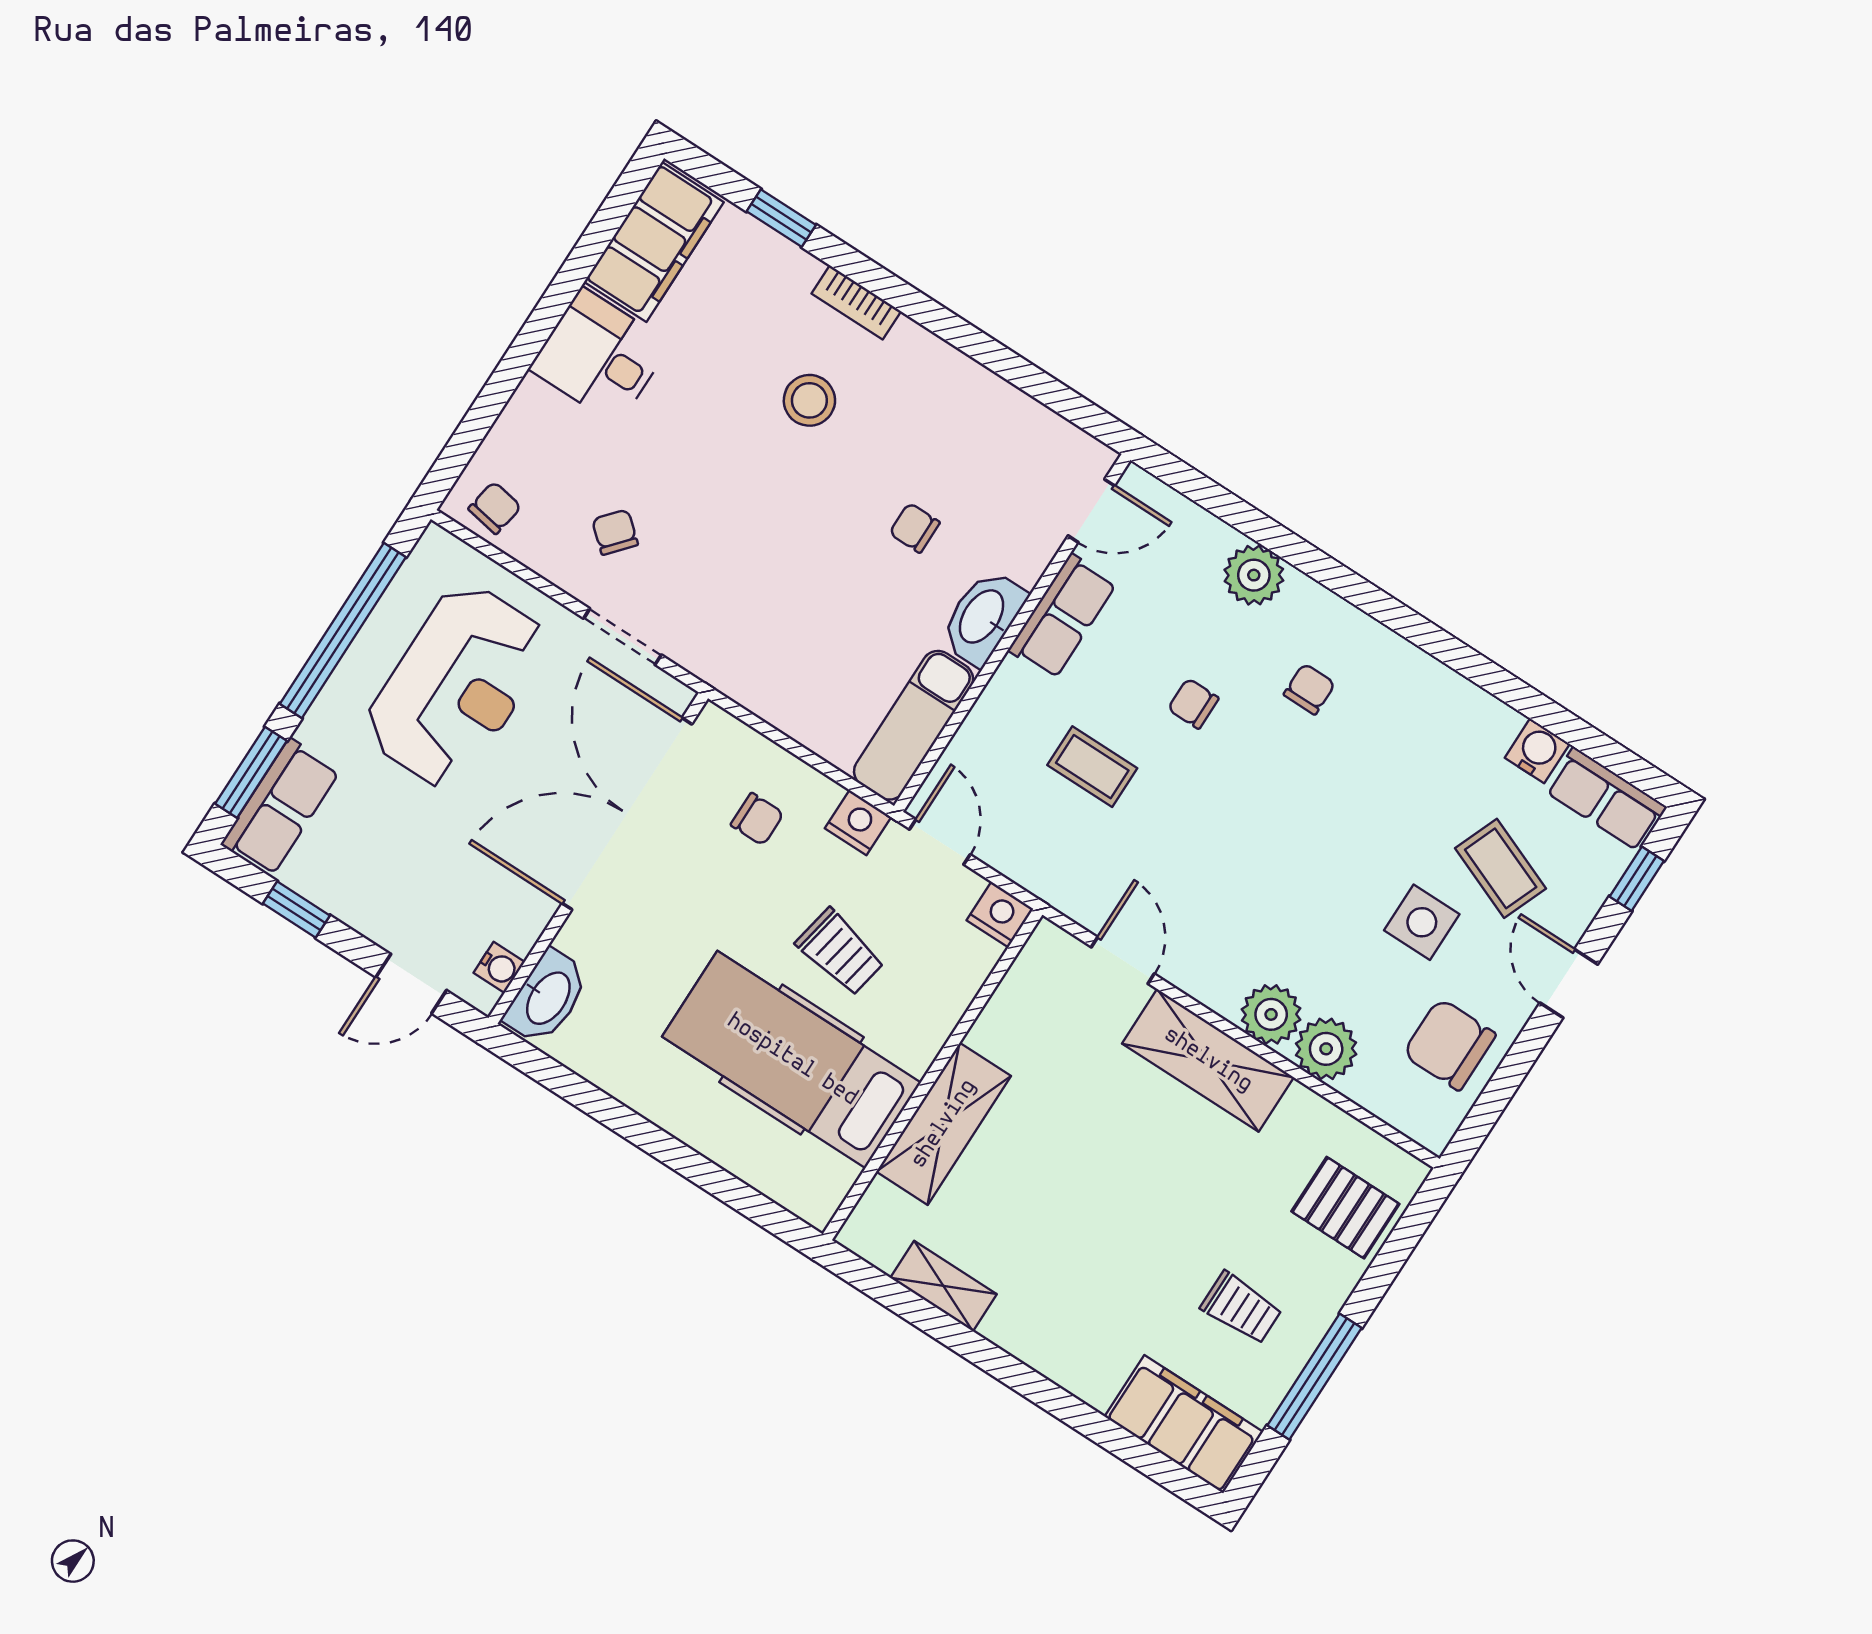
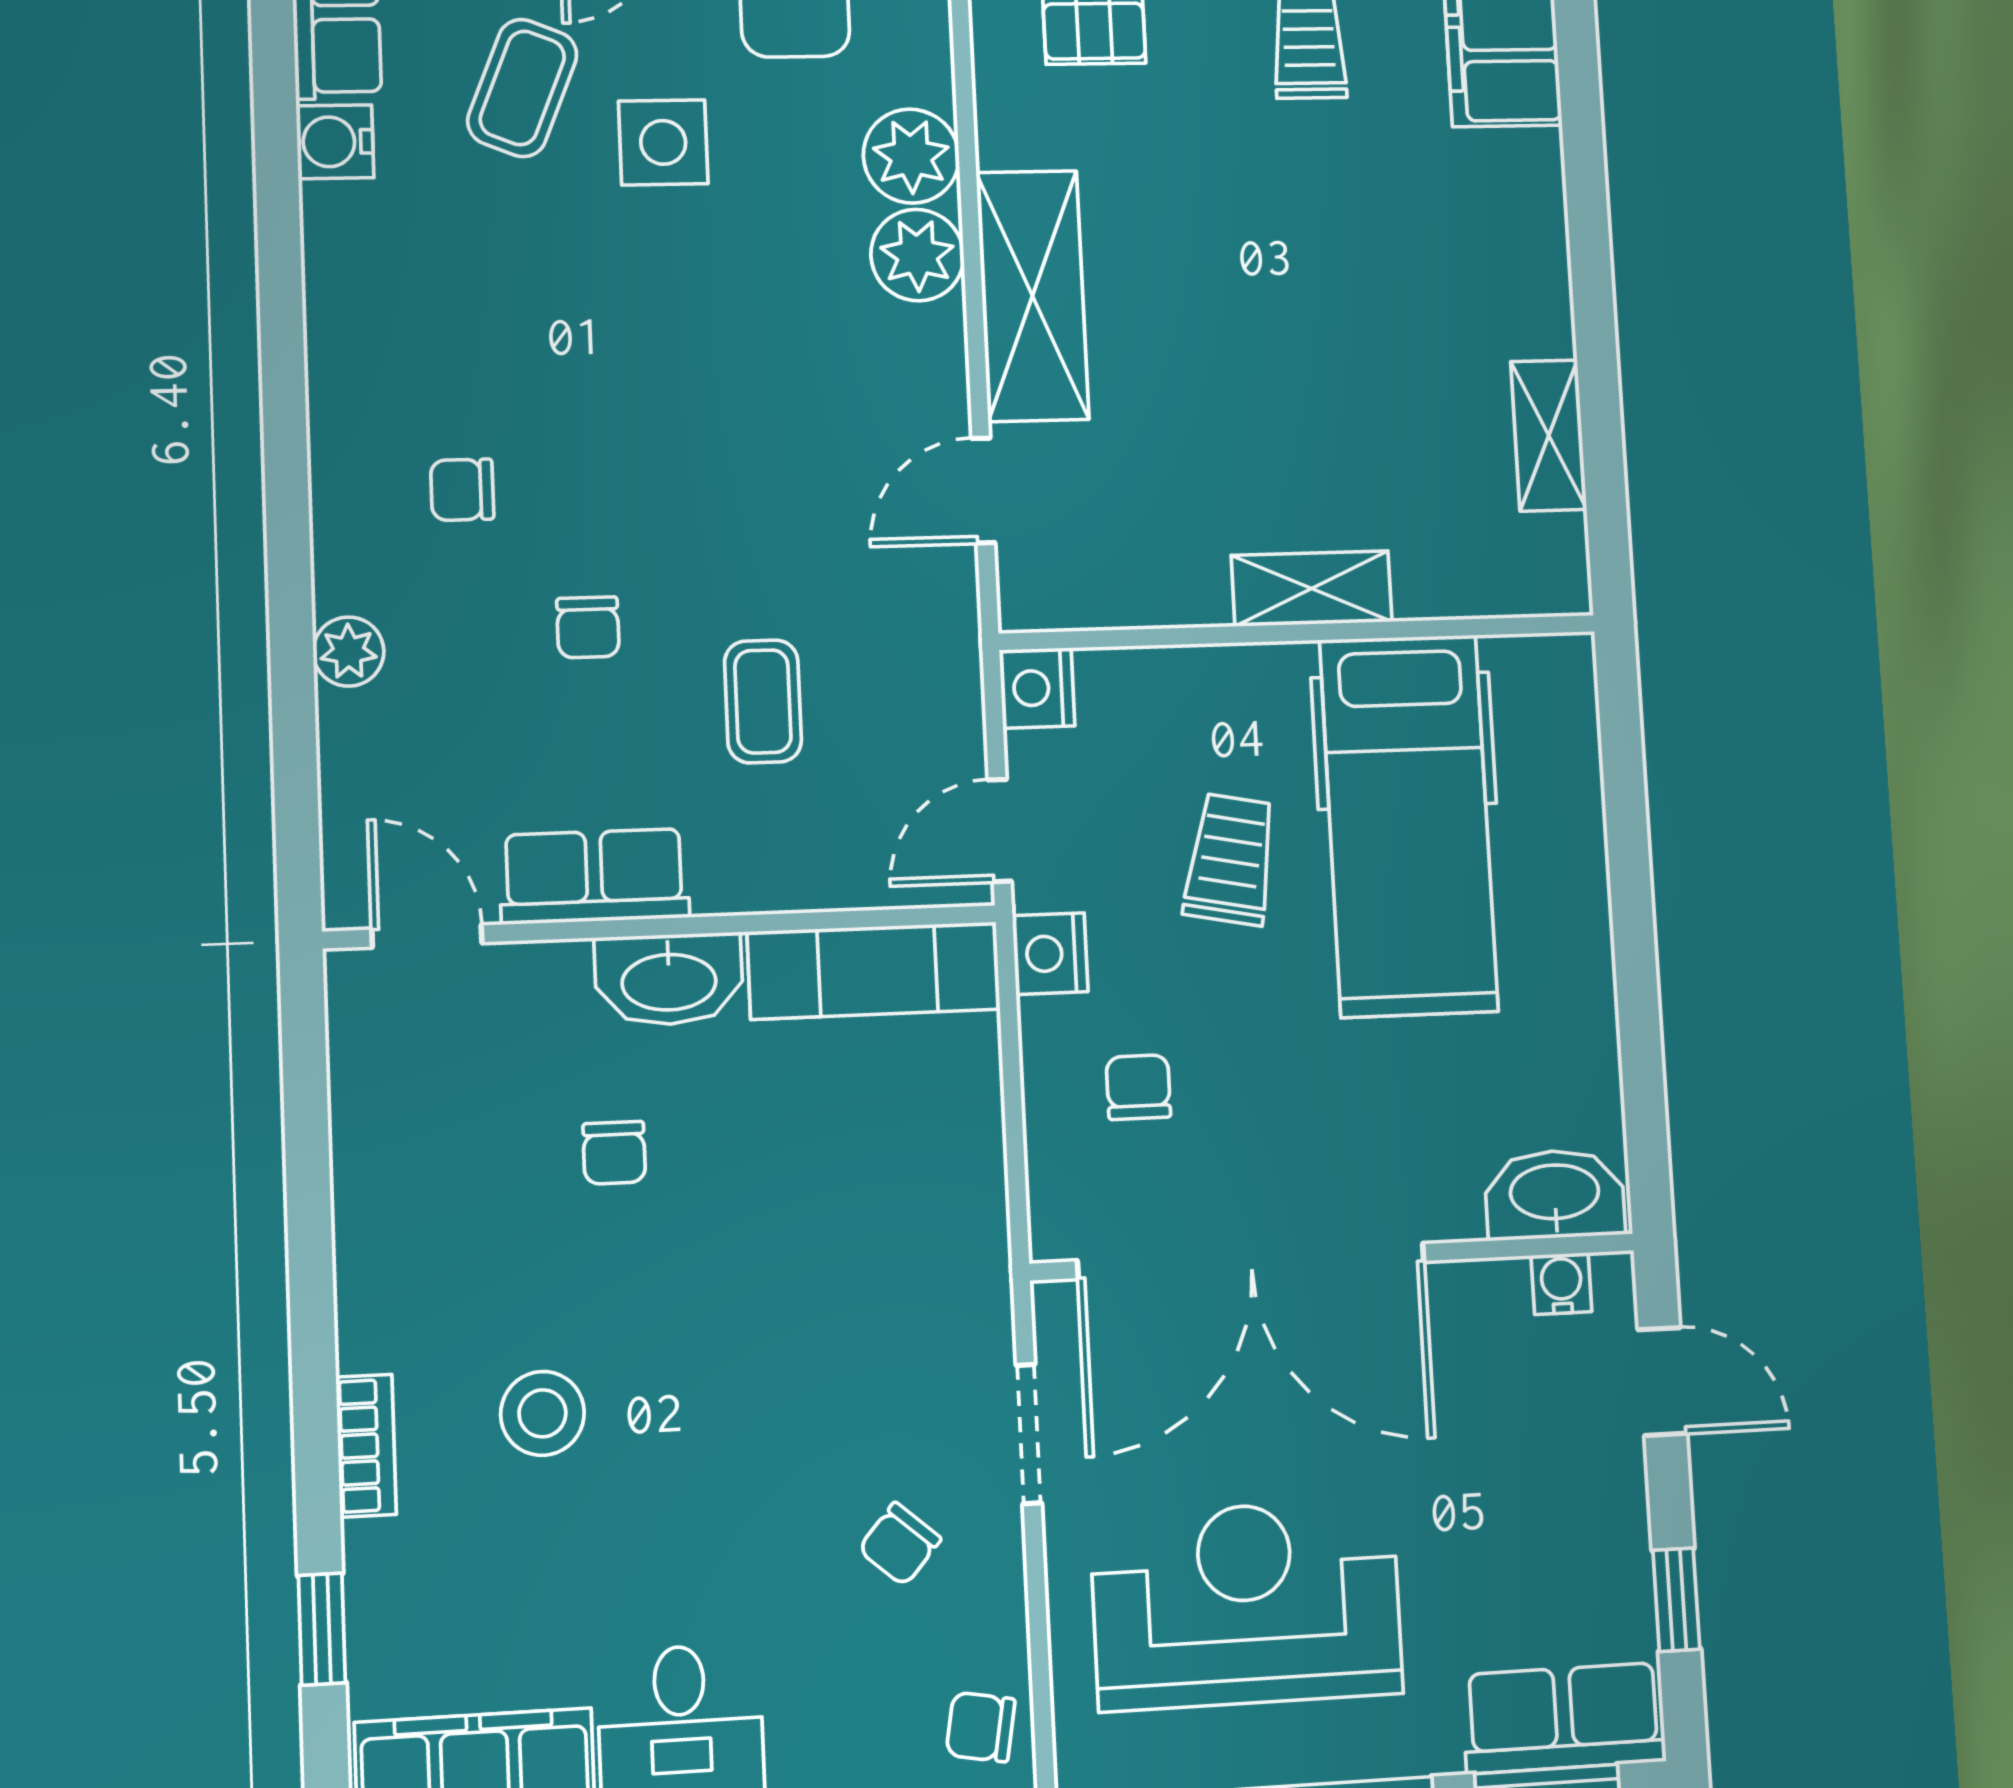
plant: (1254, 575) -> (349, 652), width x0.73, depth x0.73
shelving: (944, 1124) -> (1312, 589), width x0.67, depth x0.75

